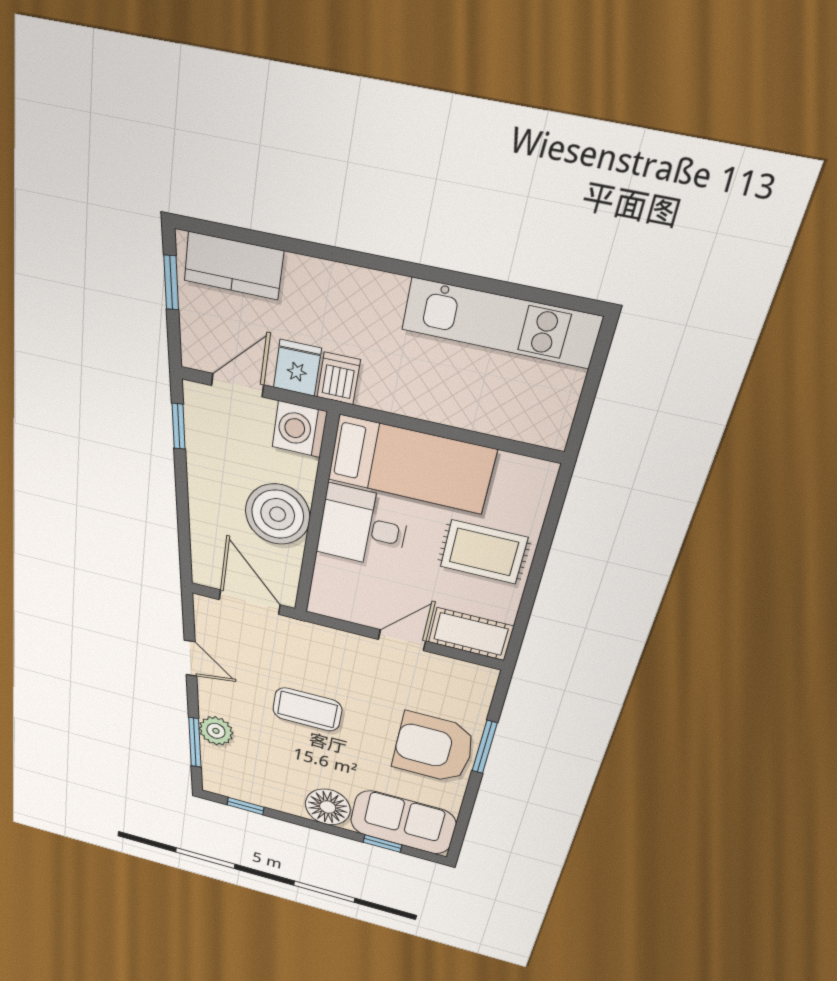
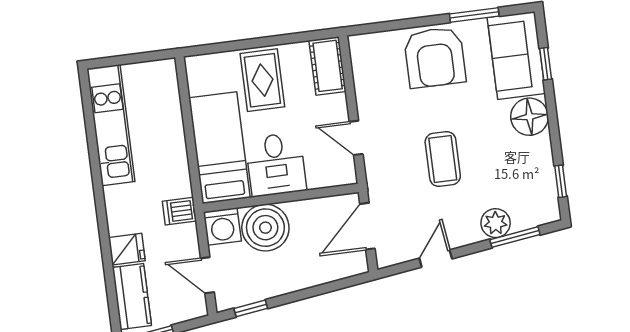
fridge: (297, 368) -> (127, 249), moved, turned 180
boiler: (278, 514) -> (265, 228), moved
door: (402, 640) -> (356, 138), moved
window: (485, 747) -> (474, 15), moved

